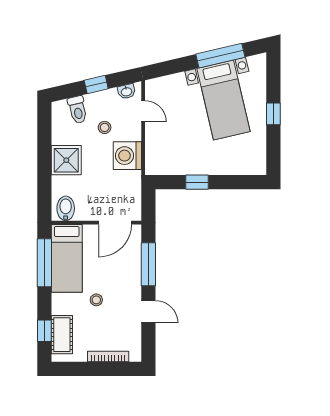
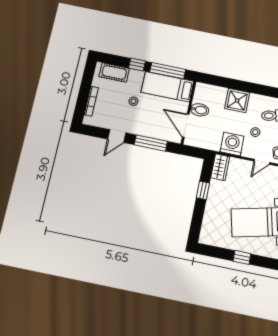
wardrobe: (162, 165) -> (220, 167), added
bidet: (66, 208) -> (200, 110), moved
window: (44, 331) -> (137, 64), moved

